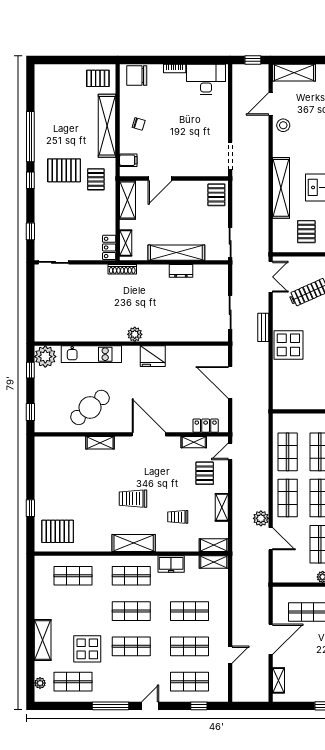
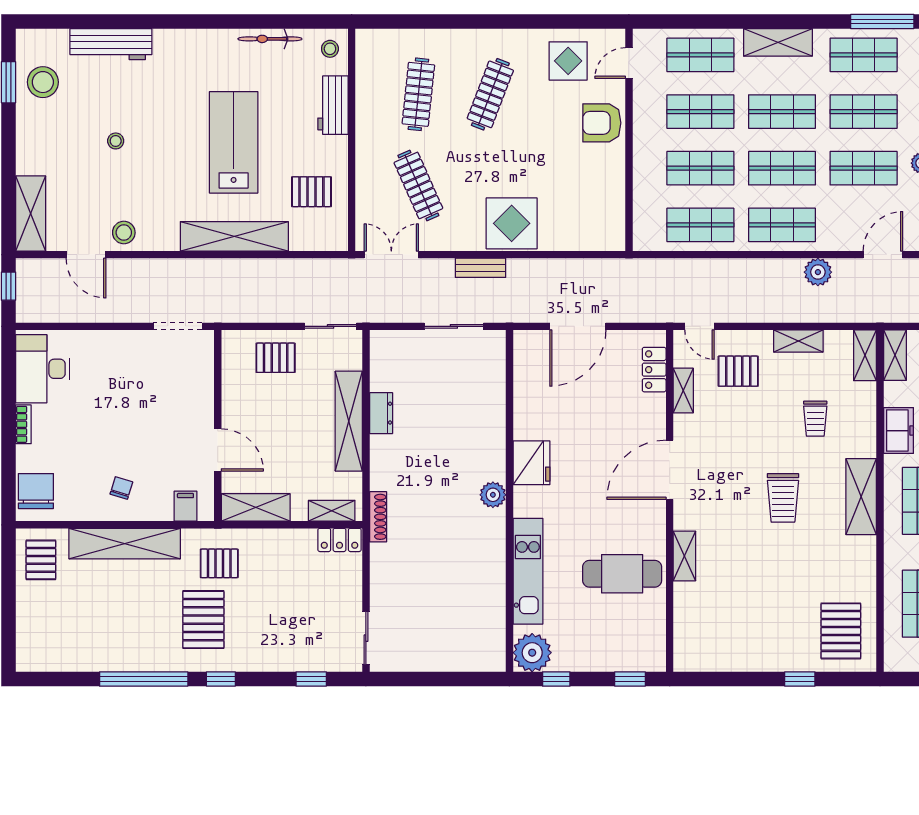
chair: (137, 75) -> (36, 491), turned 180
pallet: (216, 195) -> (276, 358), moved
cafe table: (90, 407) -> (622, 574), turned -50
door: (271, 539) -> (883, 255), moved

